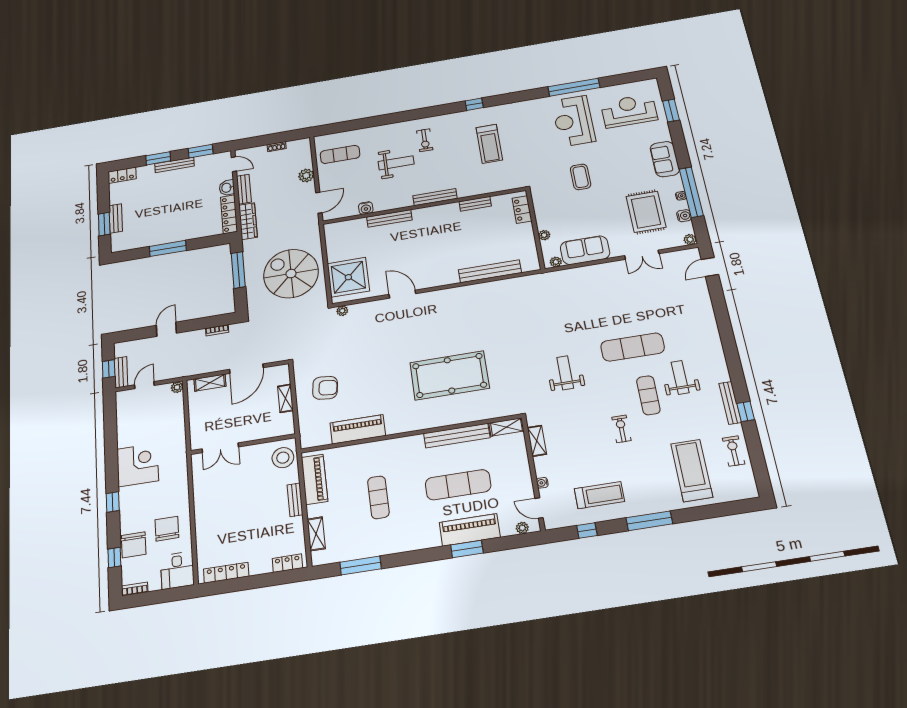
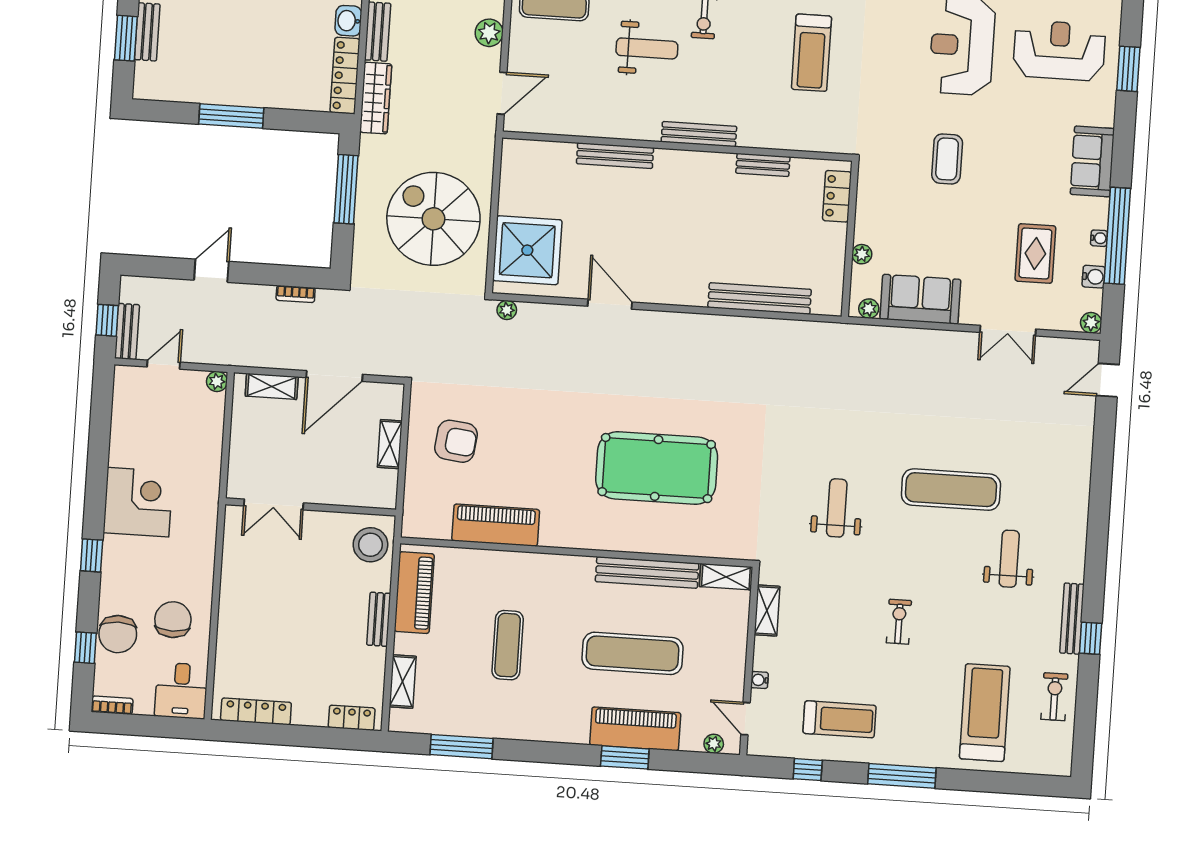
water cooler: (366, 208) -> (579, 125), removed
rug: (646, 212) -> (1035, 253), width x0.73, depth x0.70
exercise mat: (648, 395) -> (954, 577), removed

